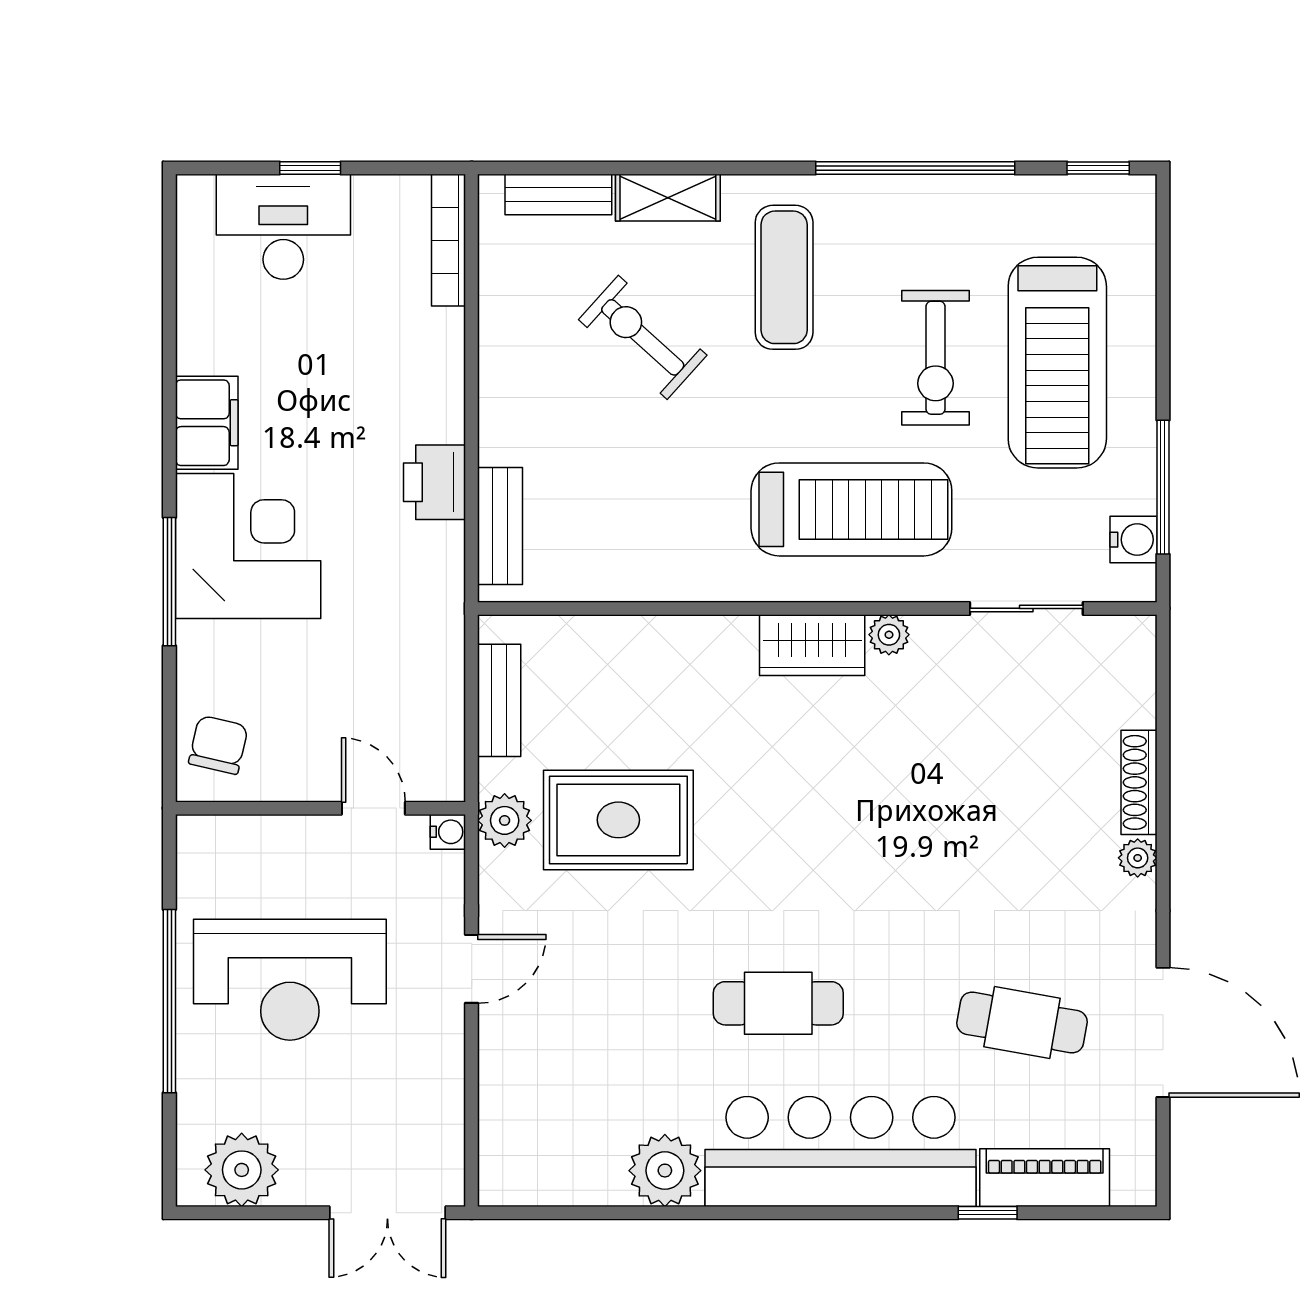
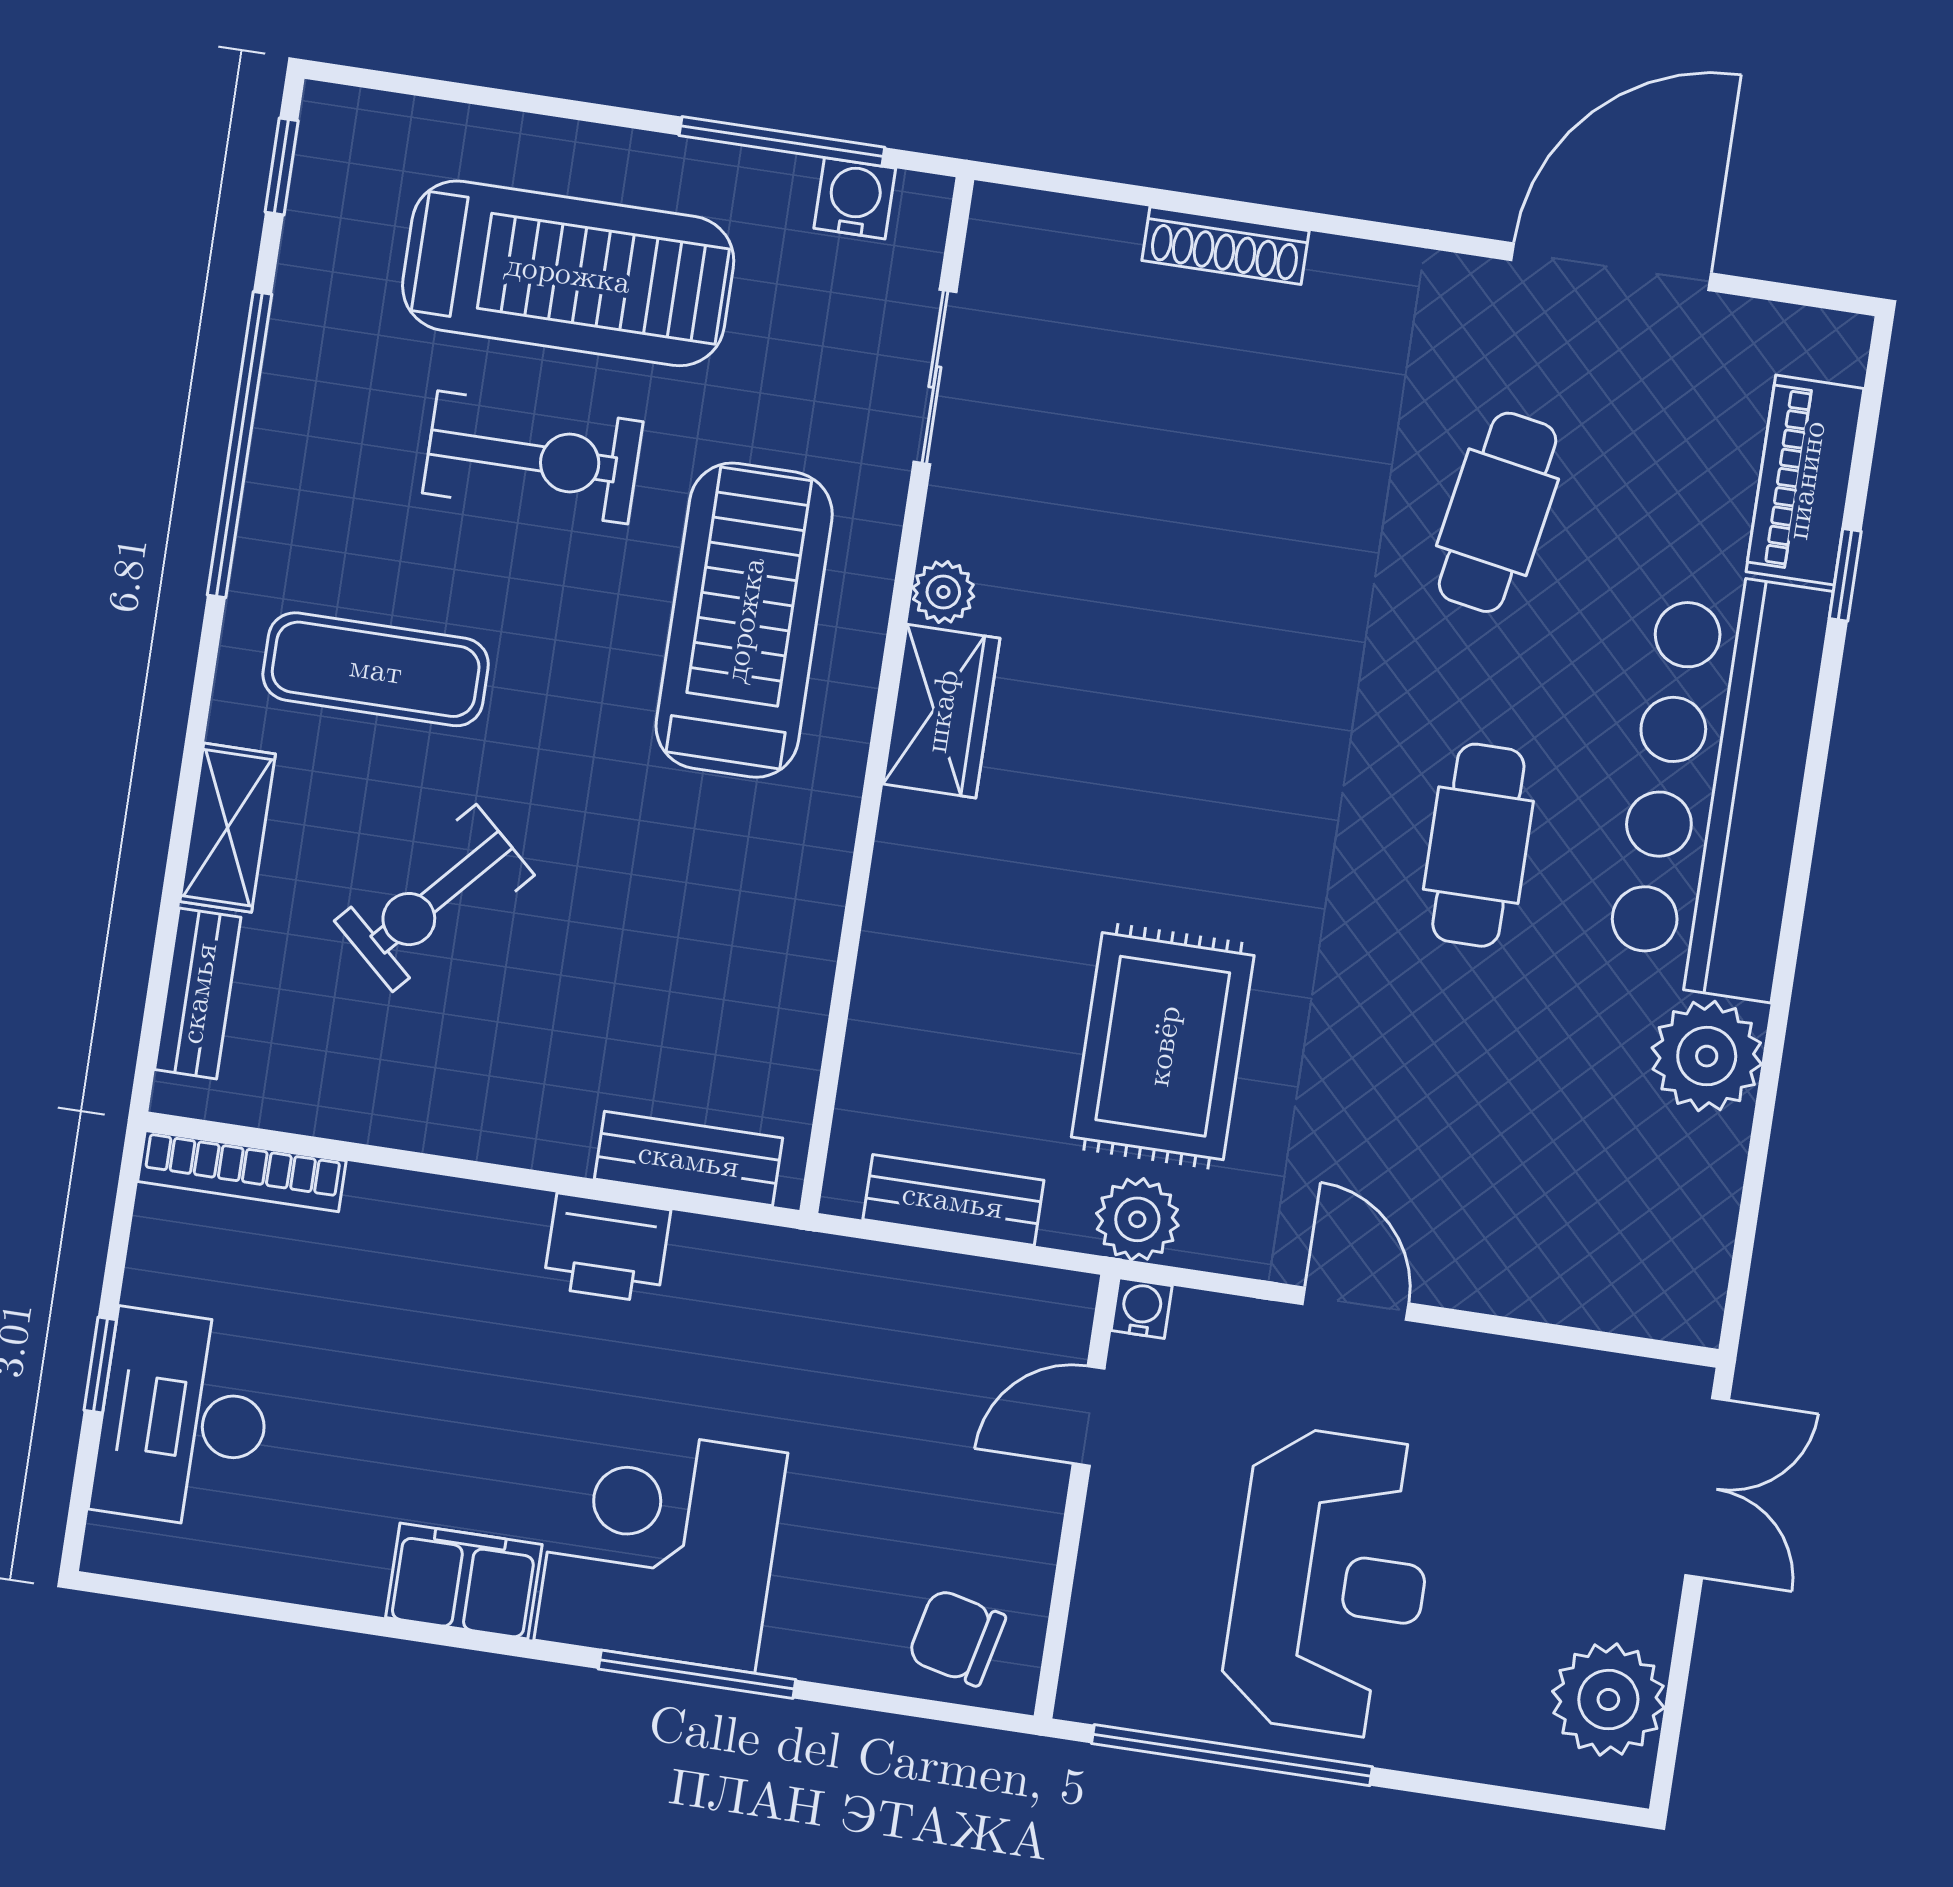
plant: (1138, 858) -> (1340, 265), removed
window: (169, 1001) -> (1232, 1755), moved
cafe table: (1022, 1022) -> (1498, 512), moved

